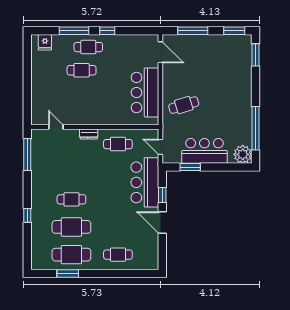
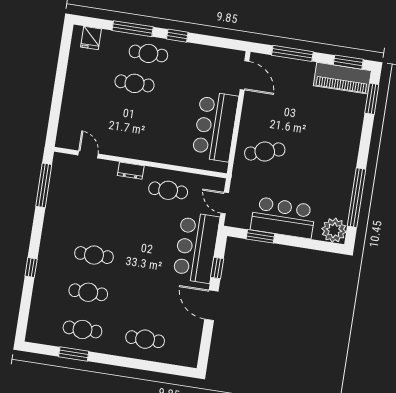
piano: (232, 43) -> (342, 78), added
cafe table: (71, 227) -> (88, 292), width x0.73, depth x0.74
cafe table: (71, 255) -> (82, 329), width x0.73, depth x0.74

